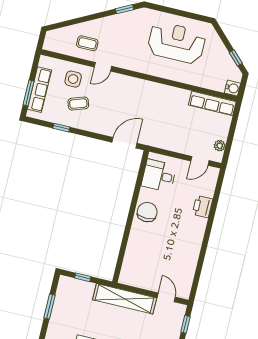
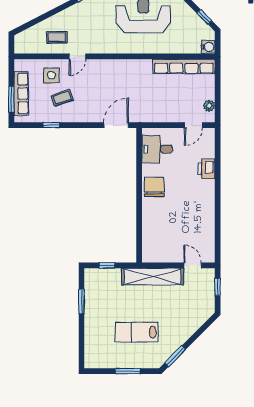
row of seats: (212, 103) -> (184, 66), width x1.36

